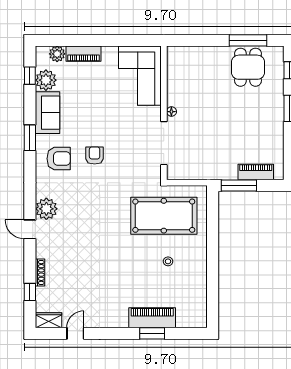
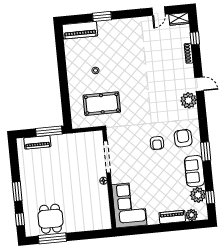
armchair: (59, 159) -> (183, 138), turned 88
pool table: (164, 216) -> (102, 104), width x0.73, depth x0.76
piano: (152, 318) -> (80, 30), moved

